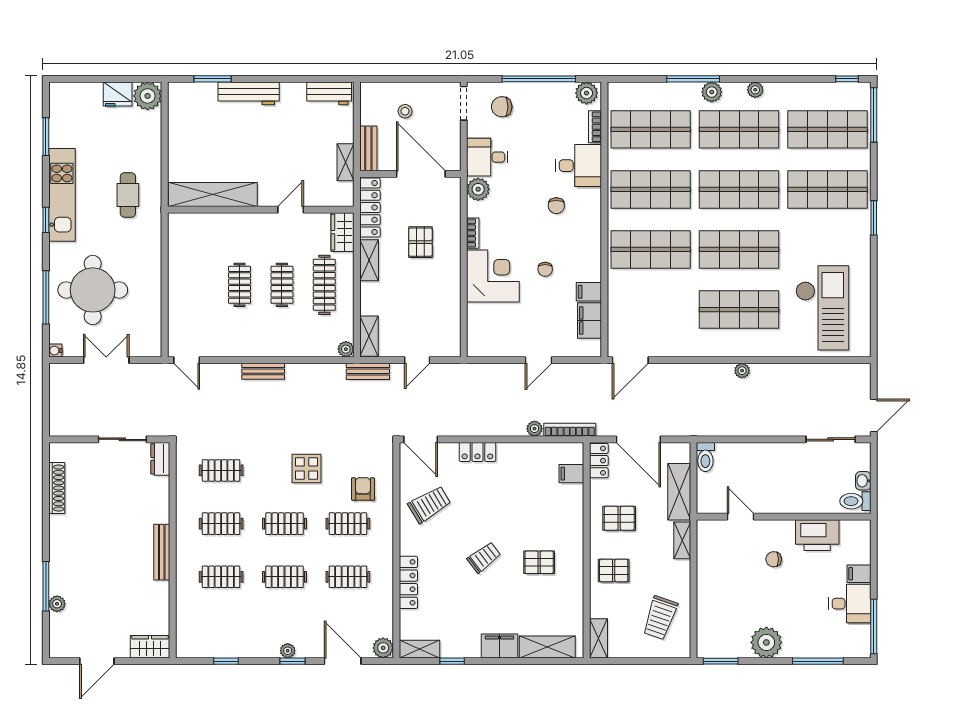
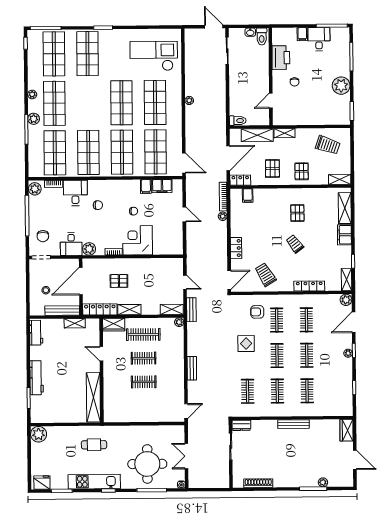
fridge: (118, 94) -> (42, 483), moved, turned -90
bench: (368, 148) -> (62, 311), width x1.36
shop shelf: (739, 189) -> (156, 152), moved

